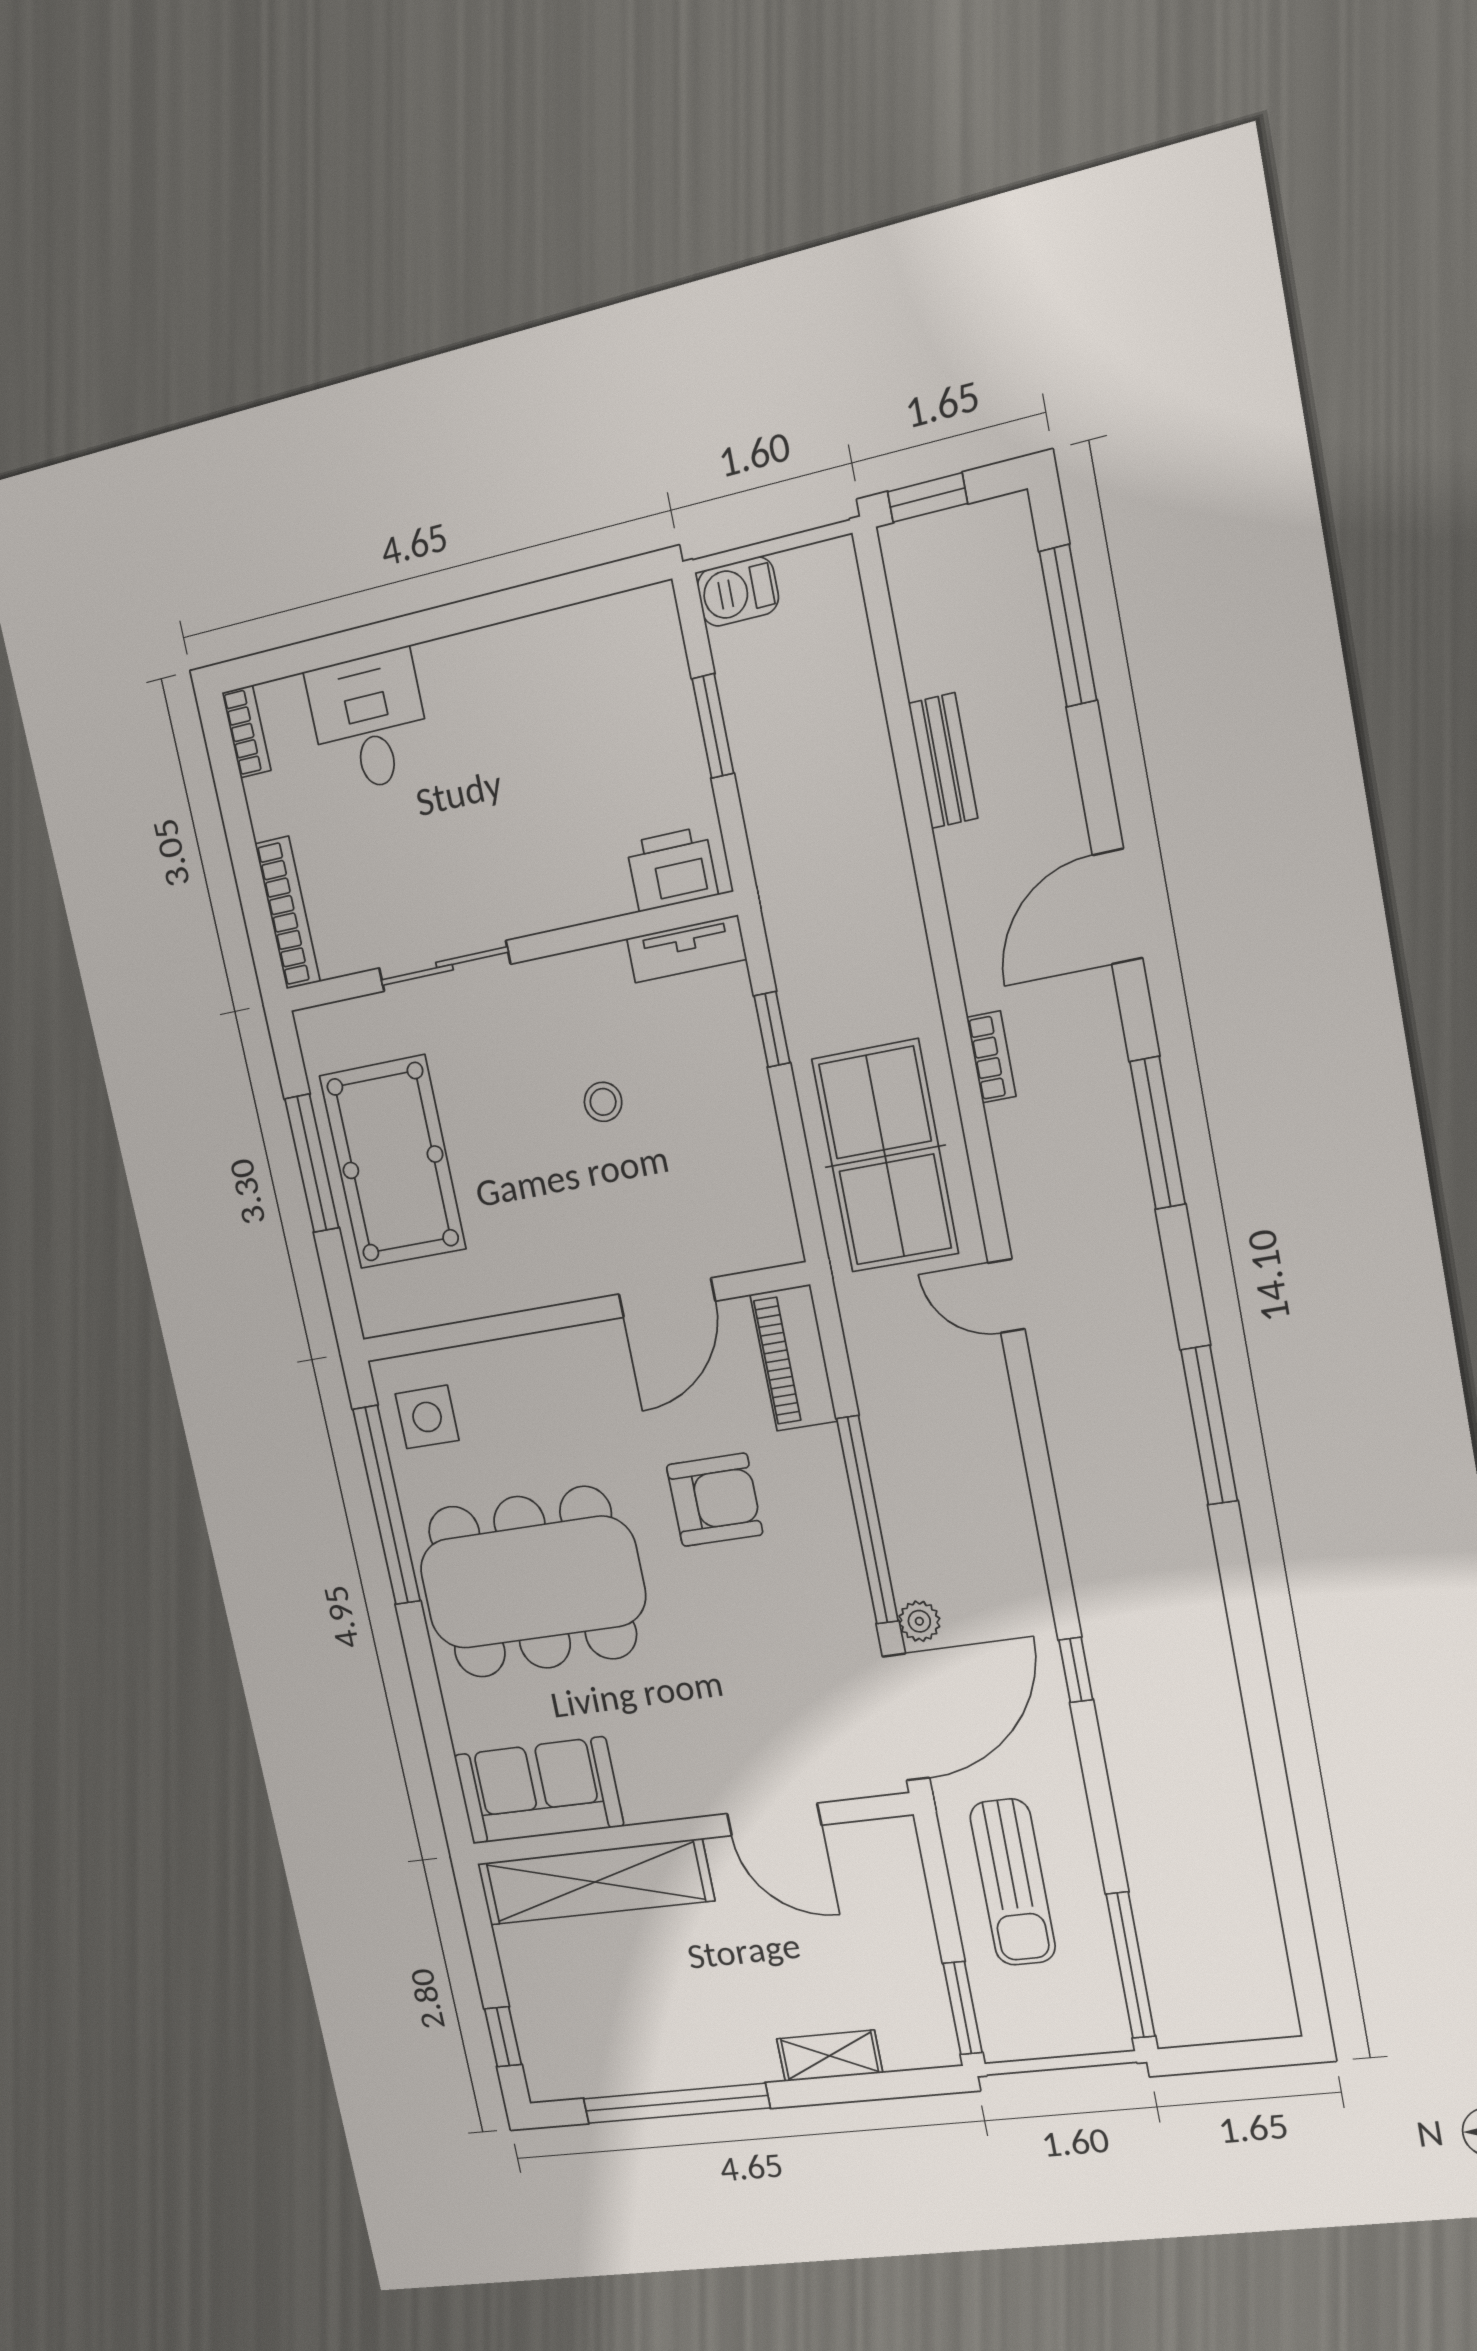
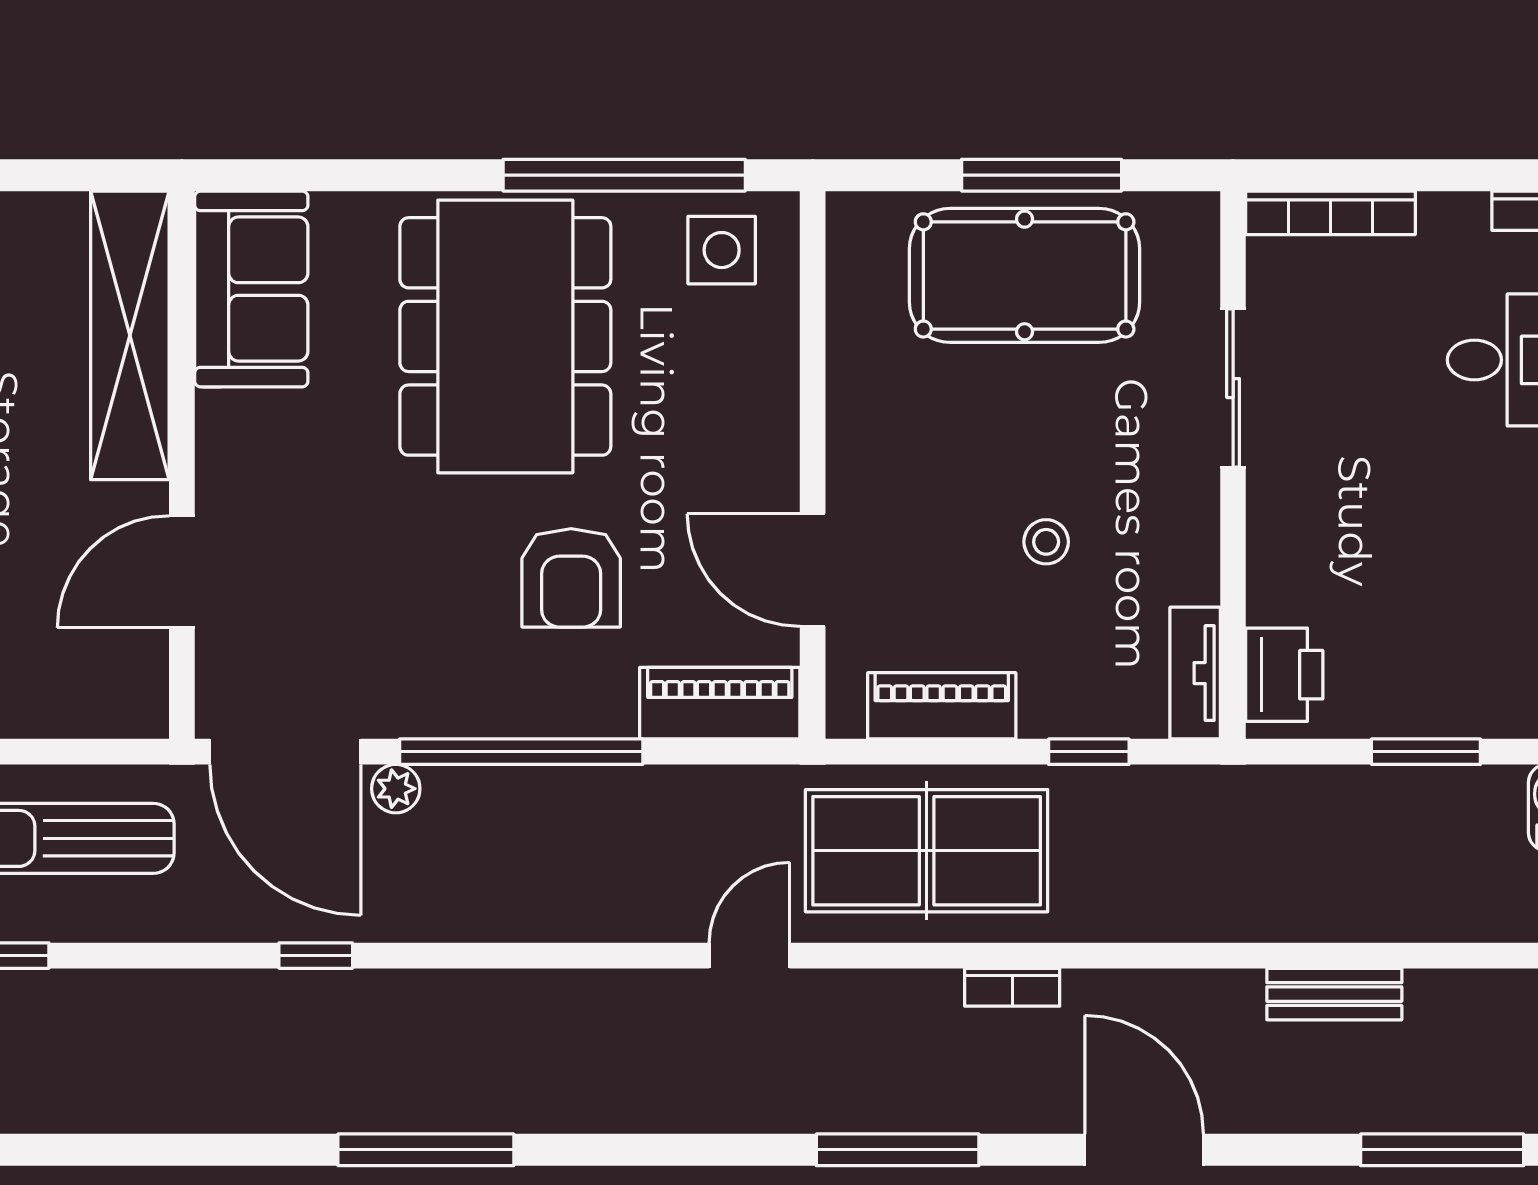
piano: (758, 1166) -> (942, 706), added
window: (1209, 1425) -> (426, 1150), moved

